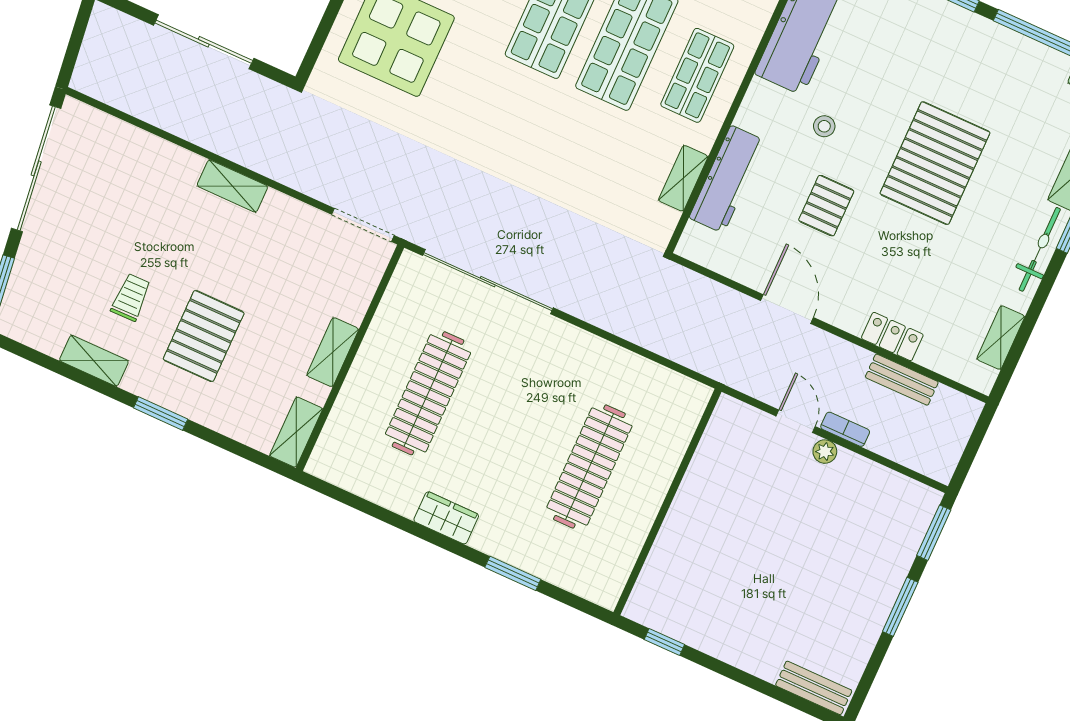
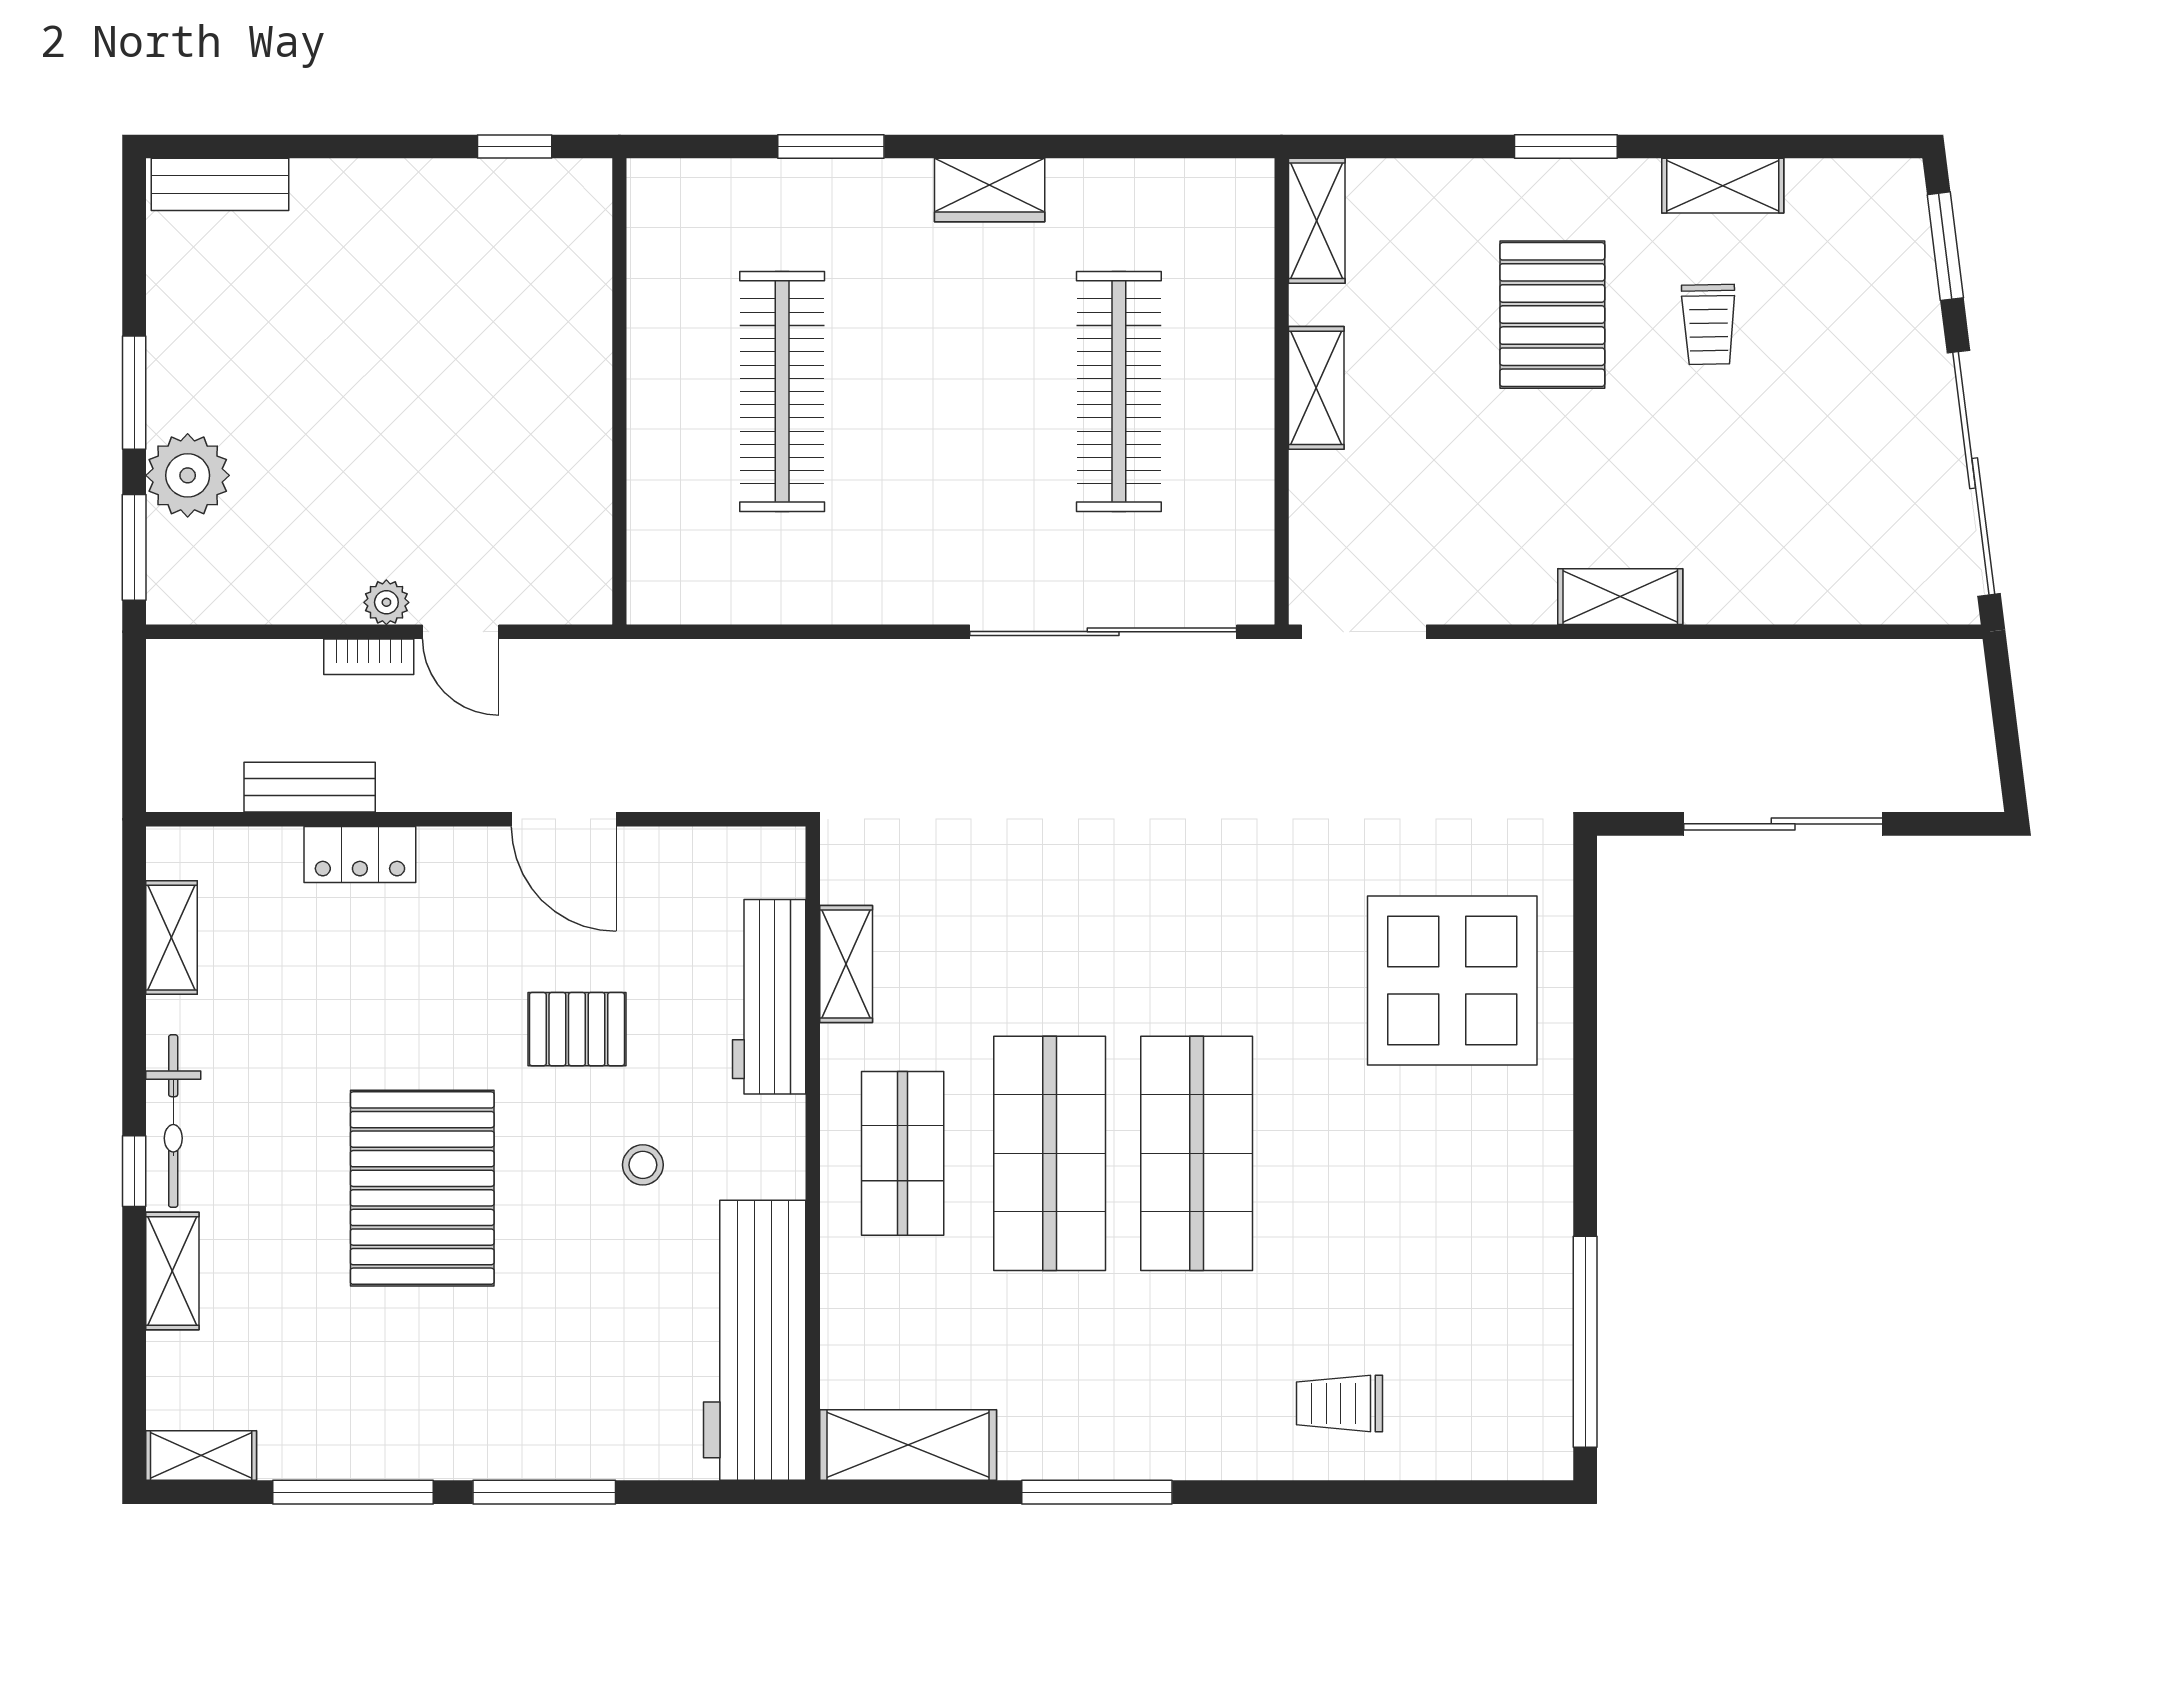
pallet: (826, 206) -> (577, 1029), turned 90
plant: (892, 556) -> (188, 475), added

